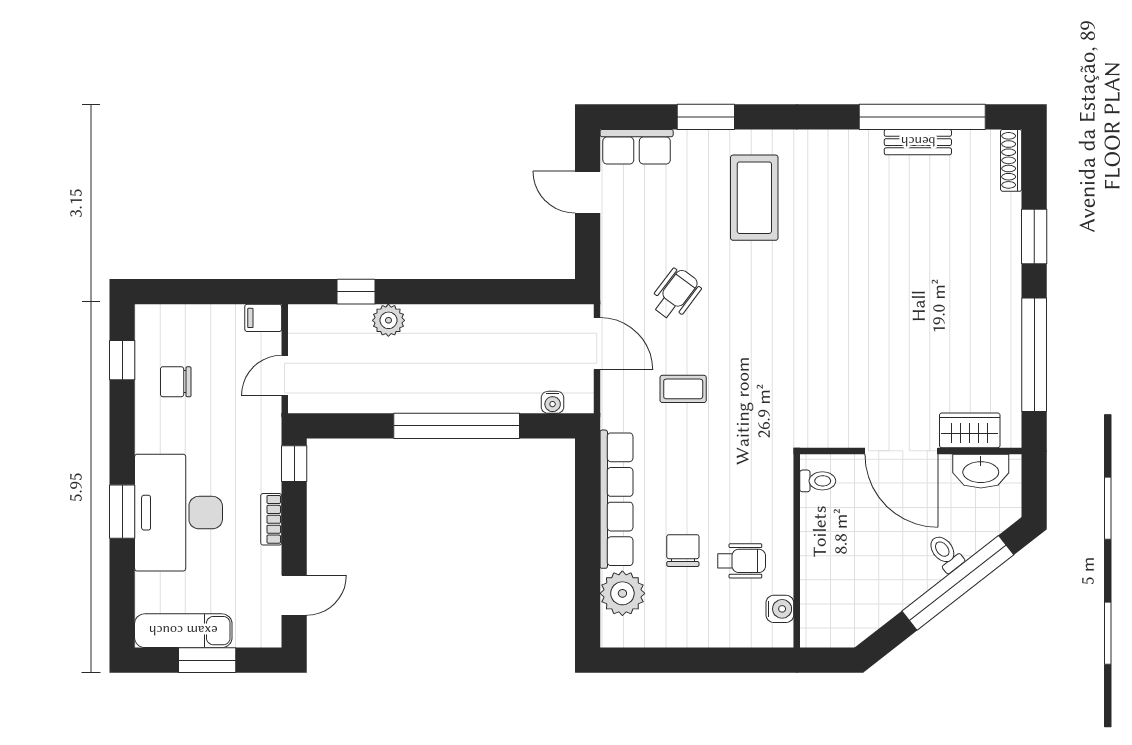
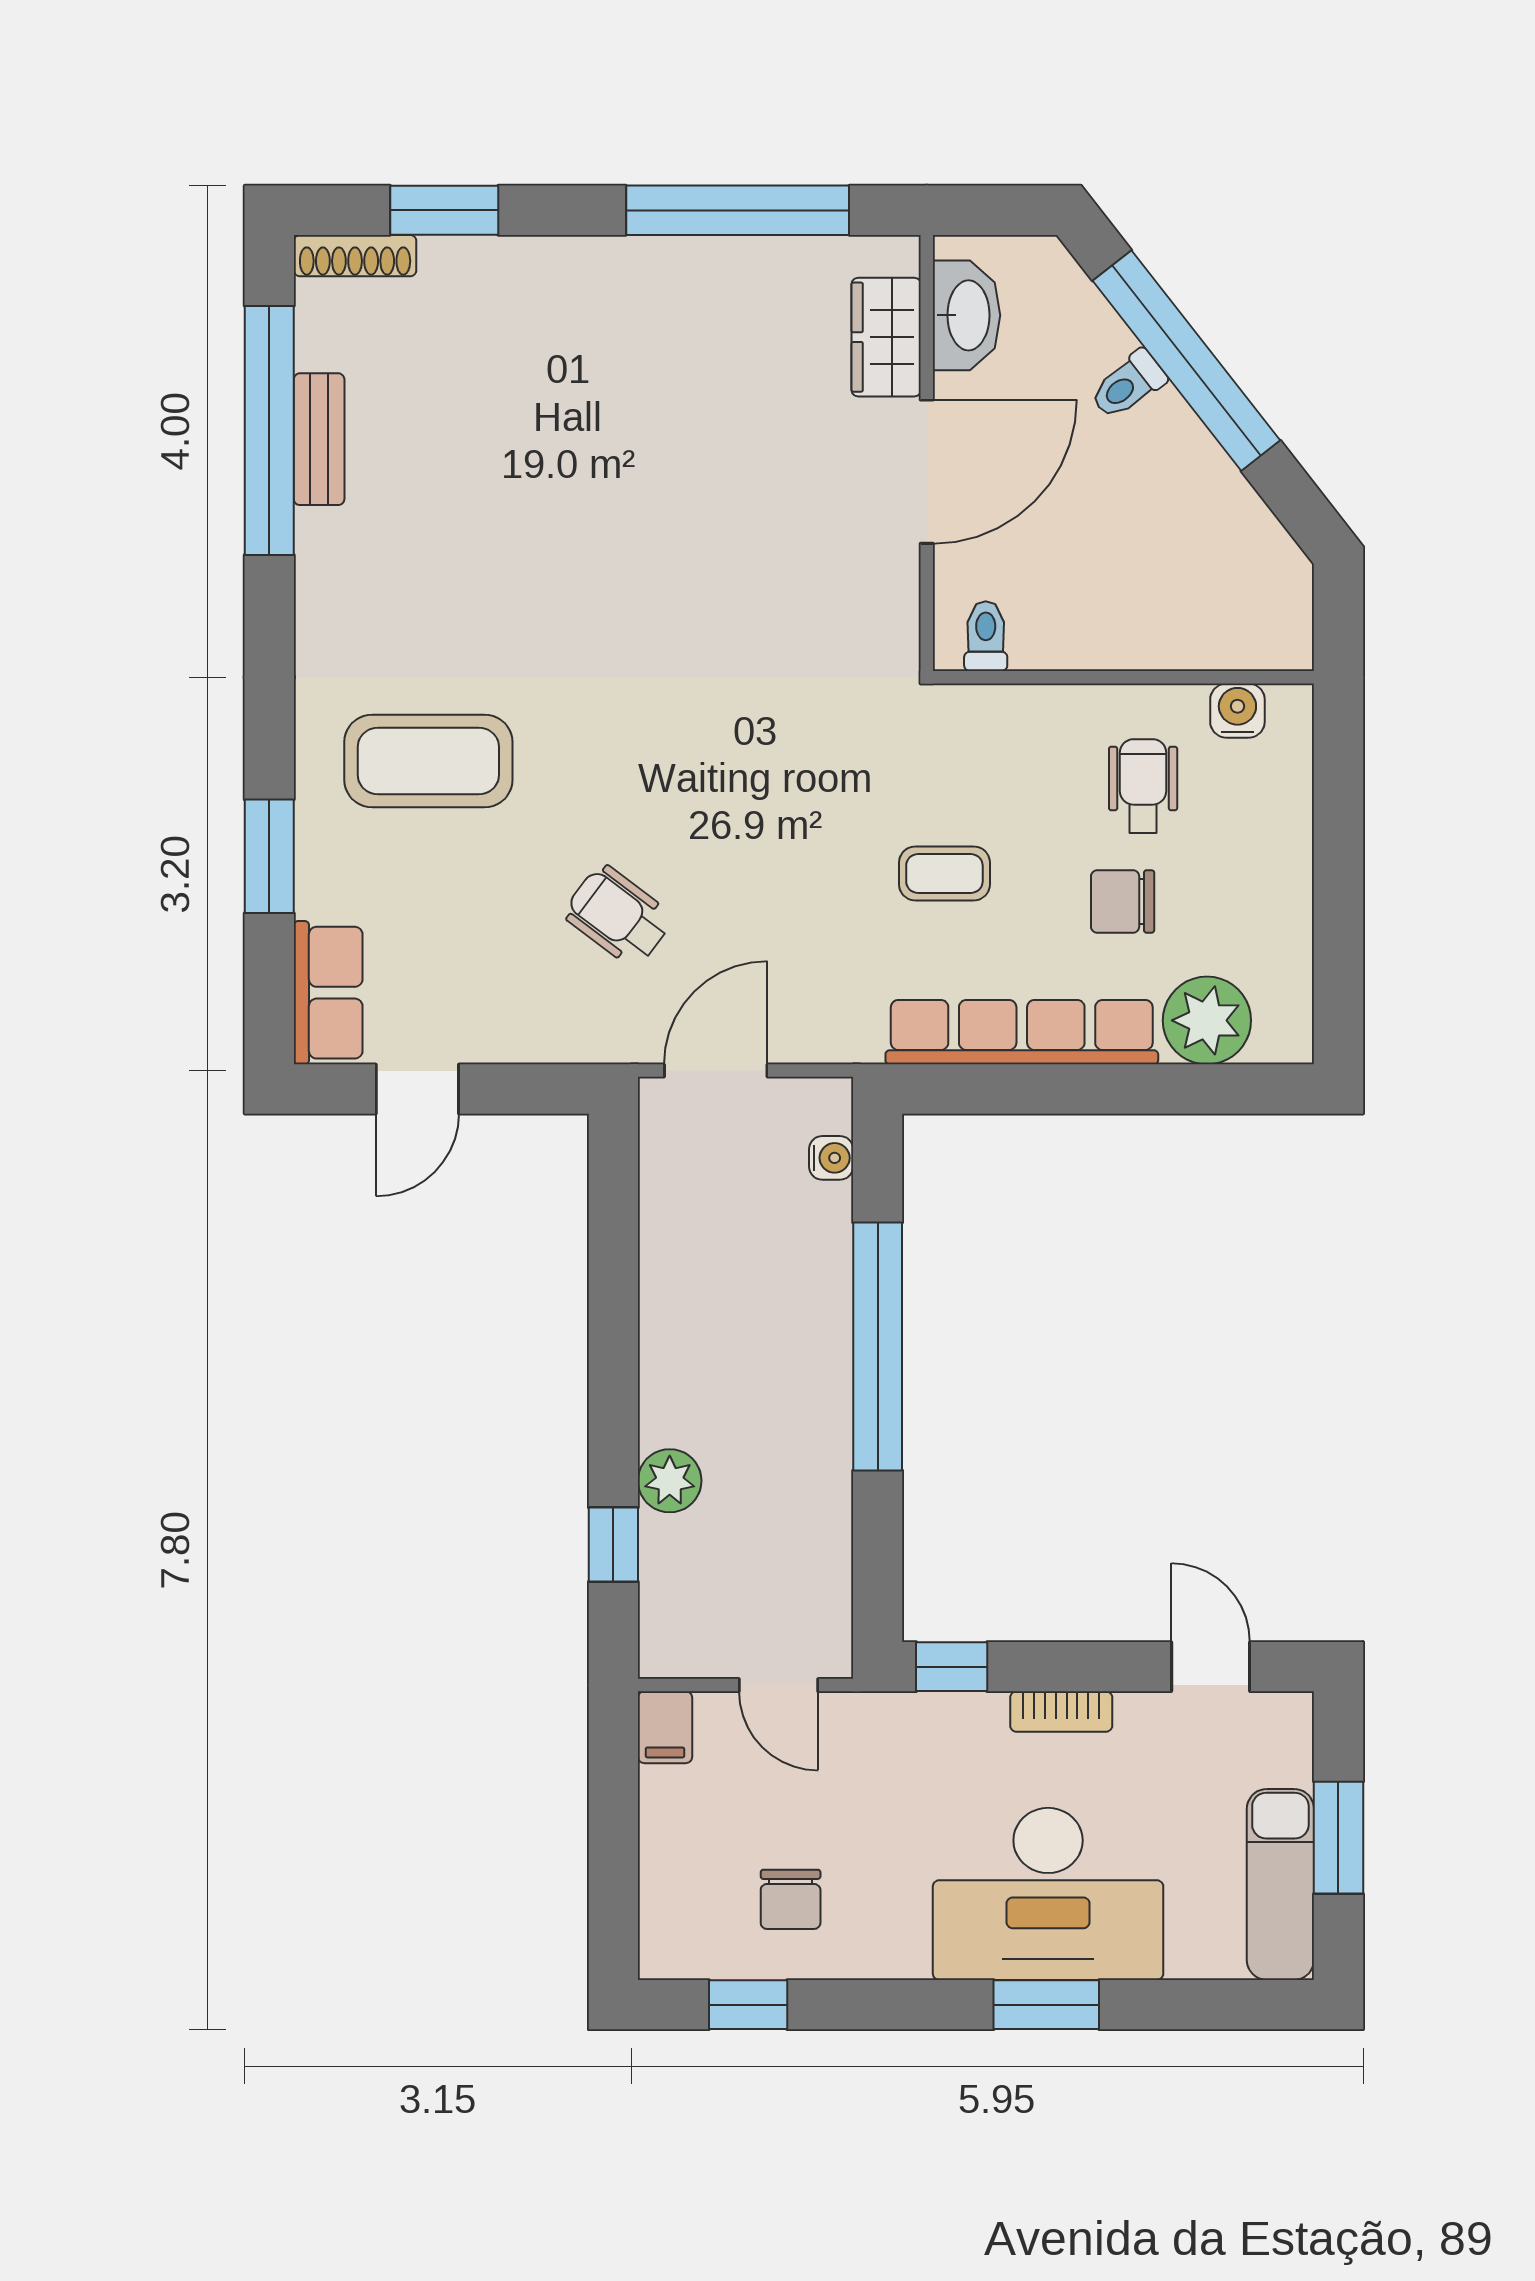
window: (1034, 236) -> (444, 210), moved
coffee table: (683, 389) -> (944, 873), moved, turned 90

